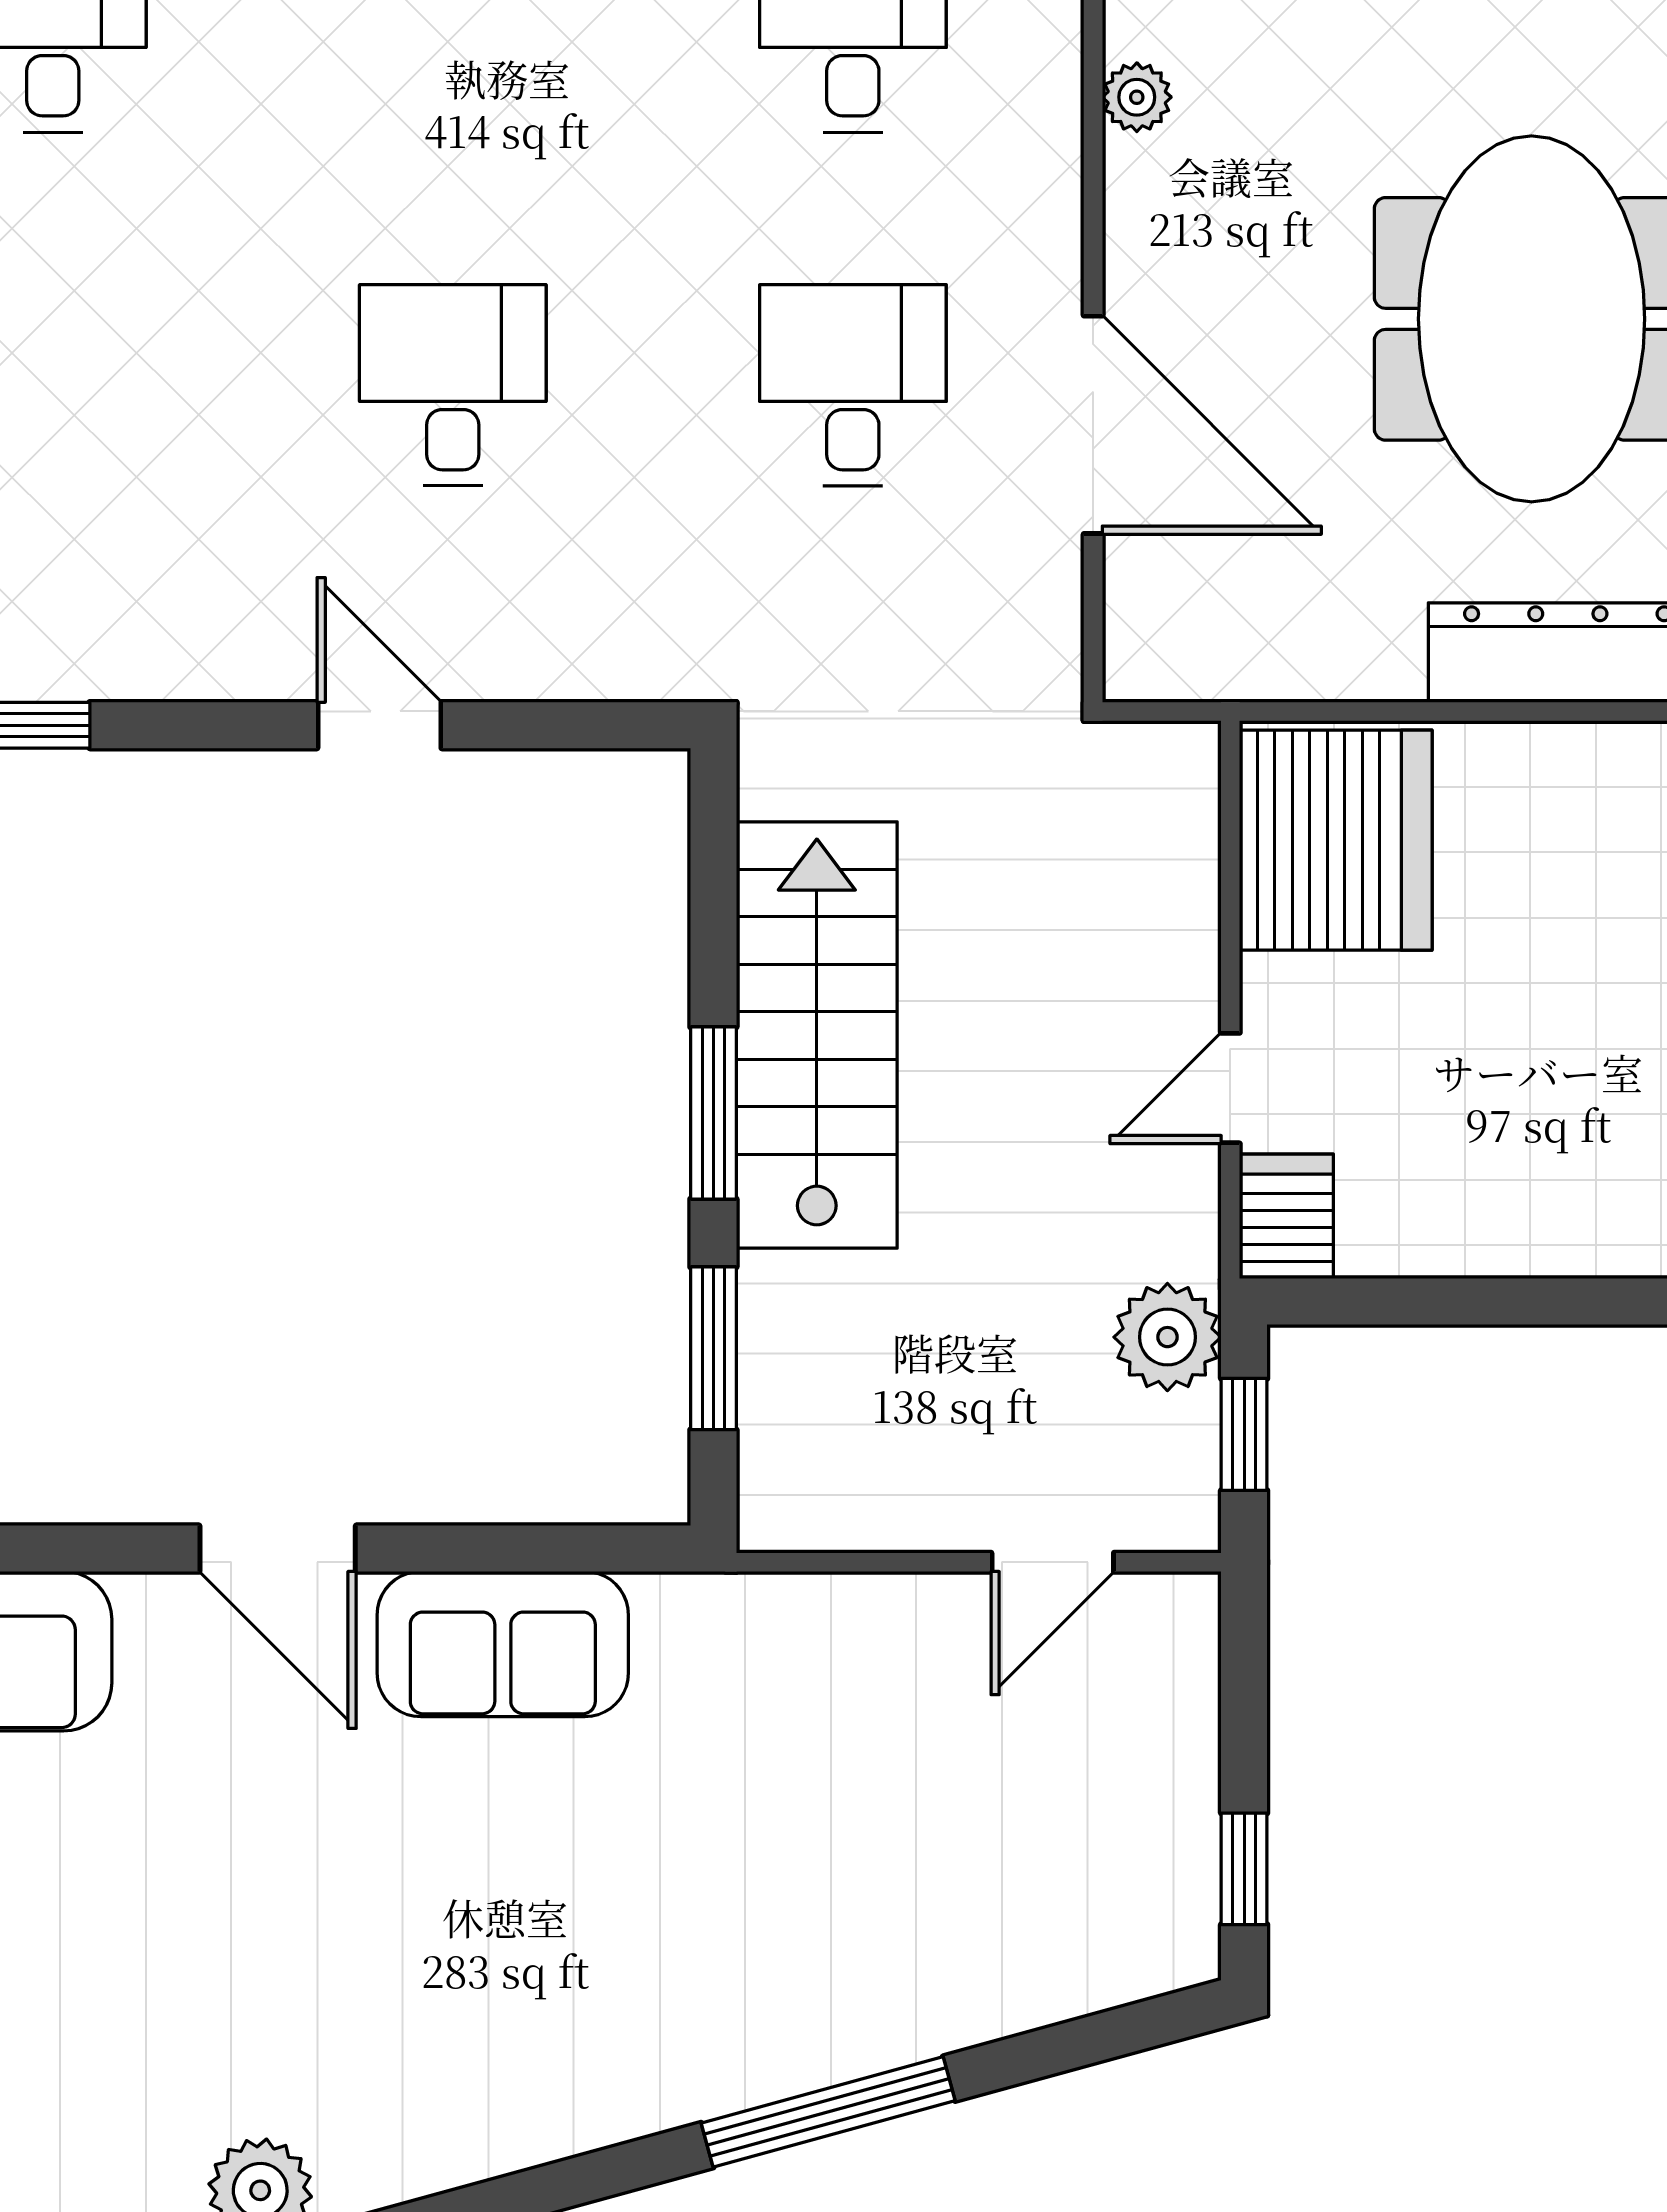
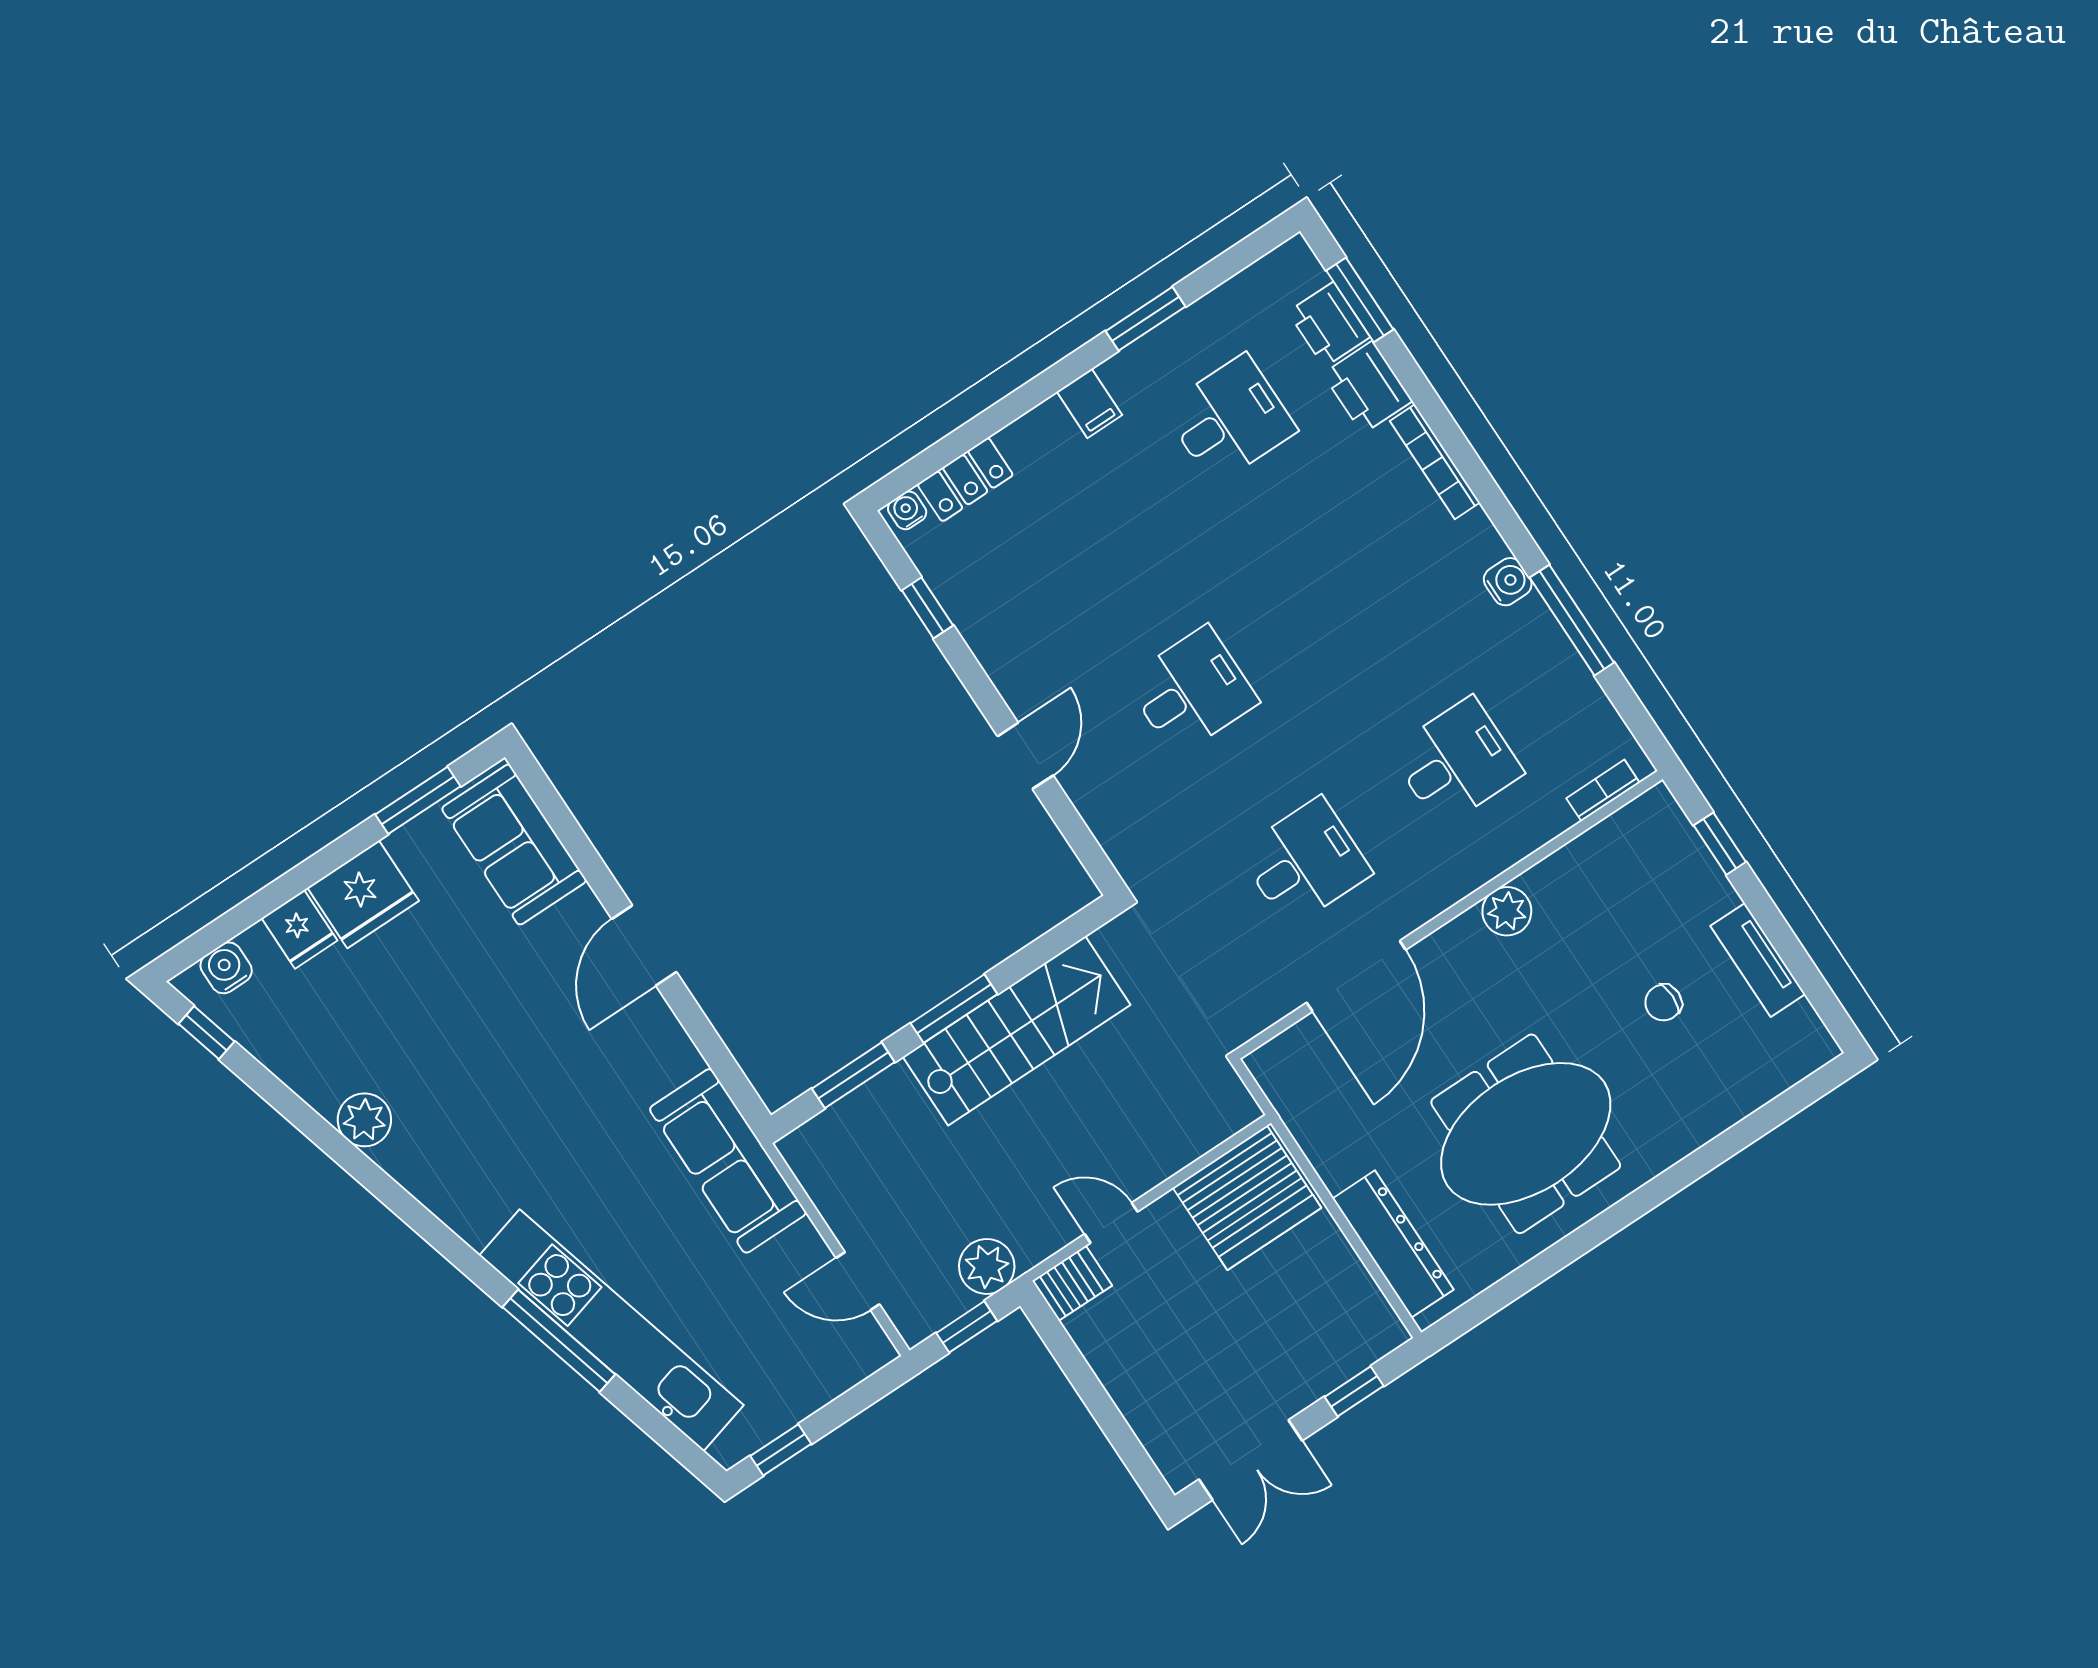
plant: (1137, 97) -> (1507, 911), width x1.38, depth x1.38
sofa: (503, 1644) -> (728, 1161), moved, width x1.36
kitchen unit: (867, 2015) -> (611, 1330), added

